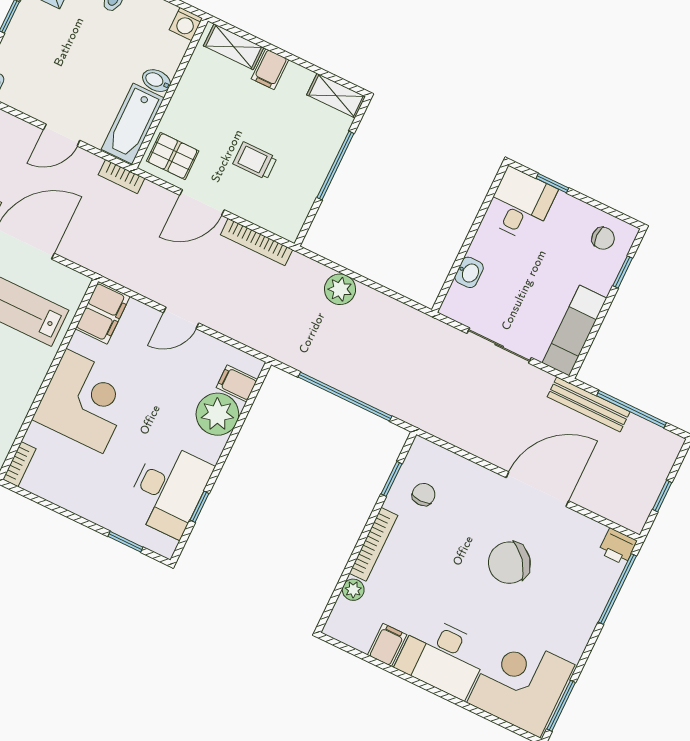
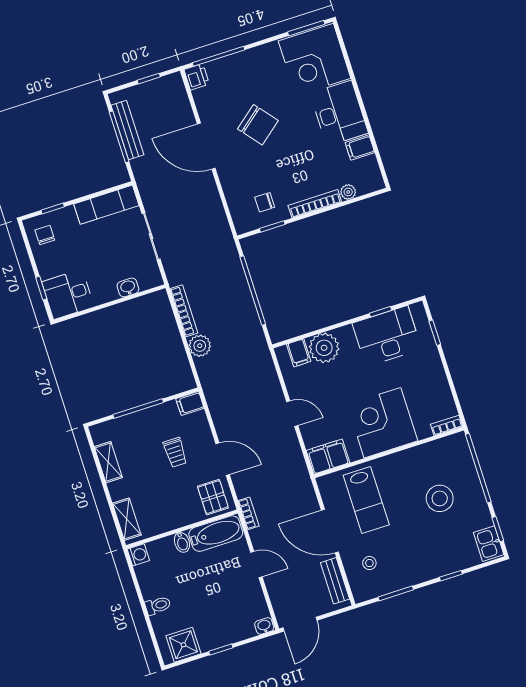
filing cabinet: (270, 69) -> (190, 403), moved, turned 180
shelving: (336, 96) -> (108, 462), moved
bookcase: (257, 242) -> (184, 311), moved
bench: (589, 404) -> (127, 130), moved

